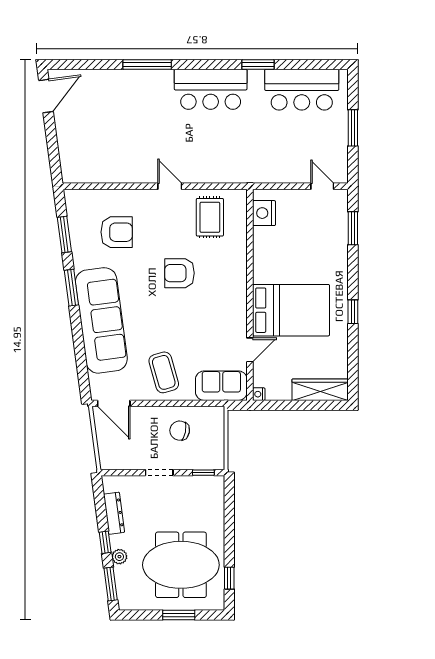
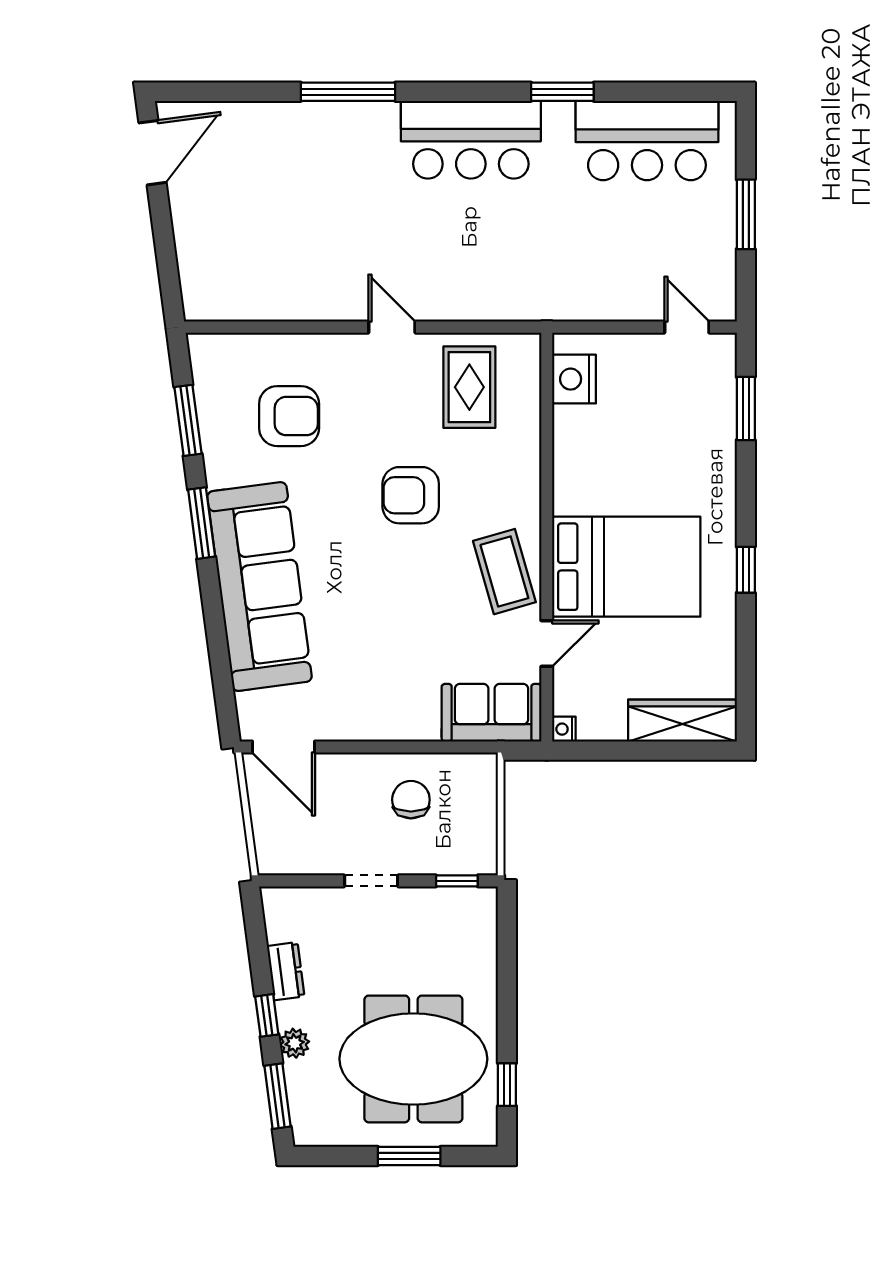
coffee table: (164, 372) -> (504, 572), moved
chair: (180, 431) -> (411, 800), turned 79
dresser: (114, 513) -> (286, 971), width x0.70

